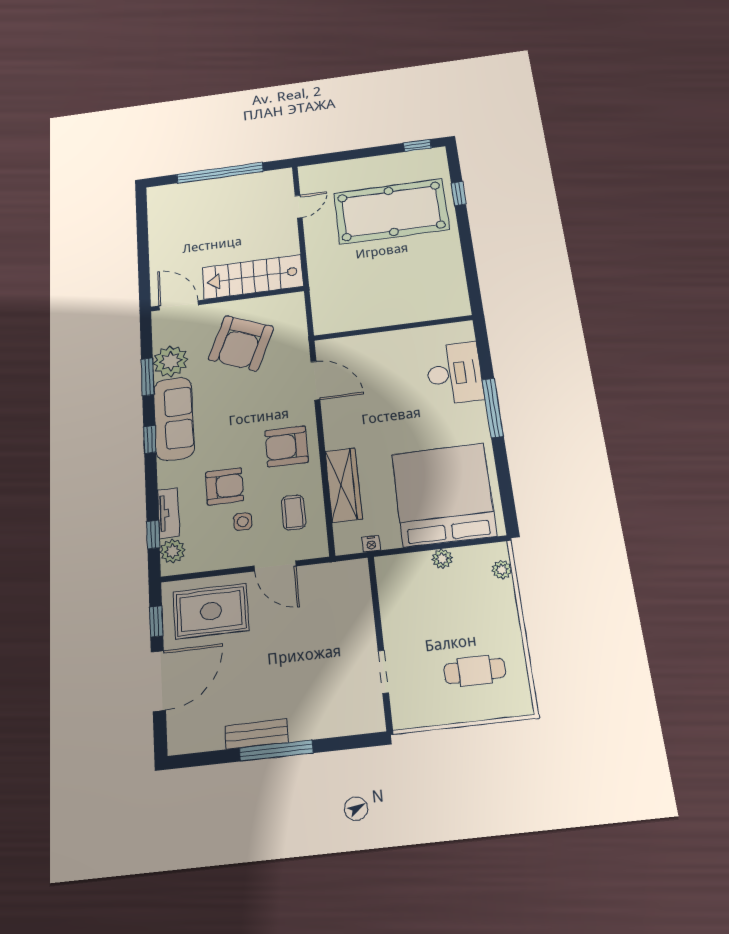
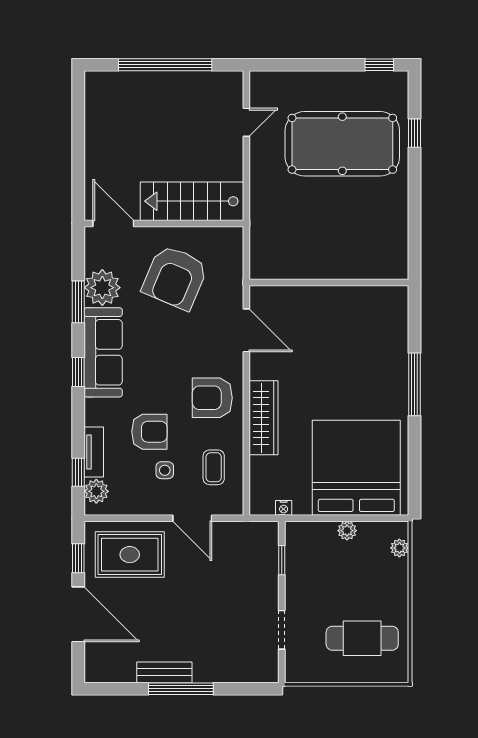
desk: (454, 373) -> (383, 342), removed
wardrobe: (344, 485) -> (264, 418), moved
window: (375, 597) -> (282, 560), added
cafe table: (475, 671) -> (362, 638), width x1.37, depth x1.35
door: (158, 681) -> (78, 614), hinge flipped

